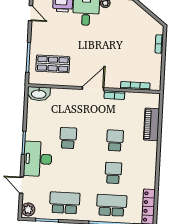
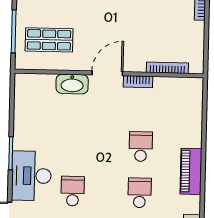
washbasin: (39, 94) -> (72, 84), moved
piano: (152, 124) -> (191, 171), moved
school desk: (68, 138) -> (73, 191), moved

